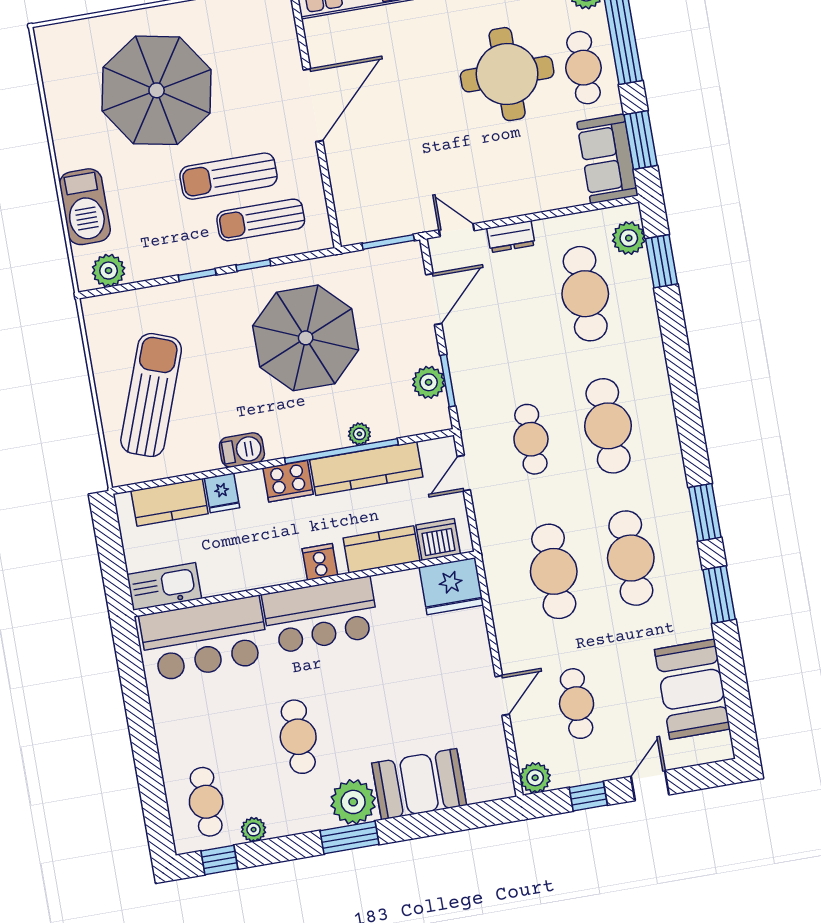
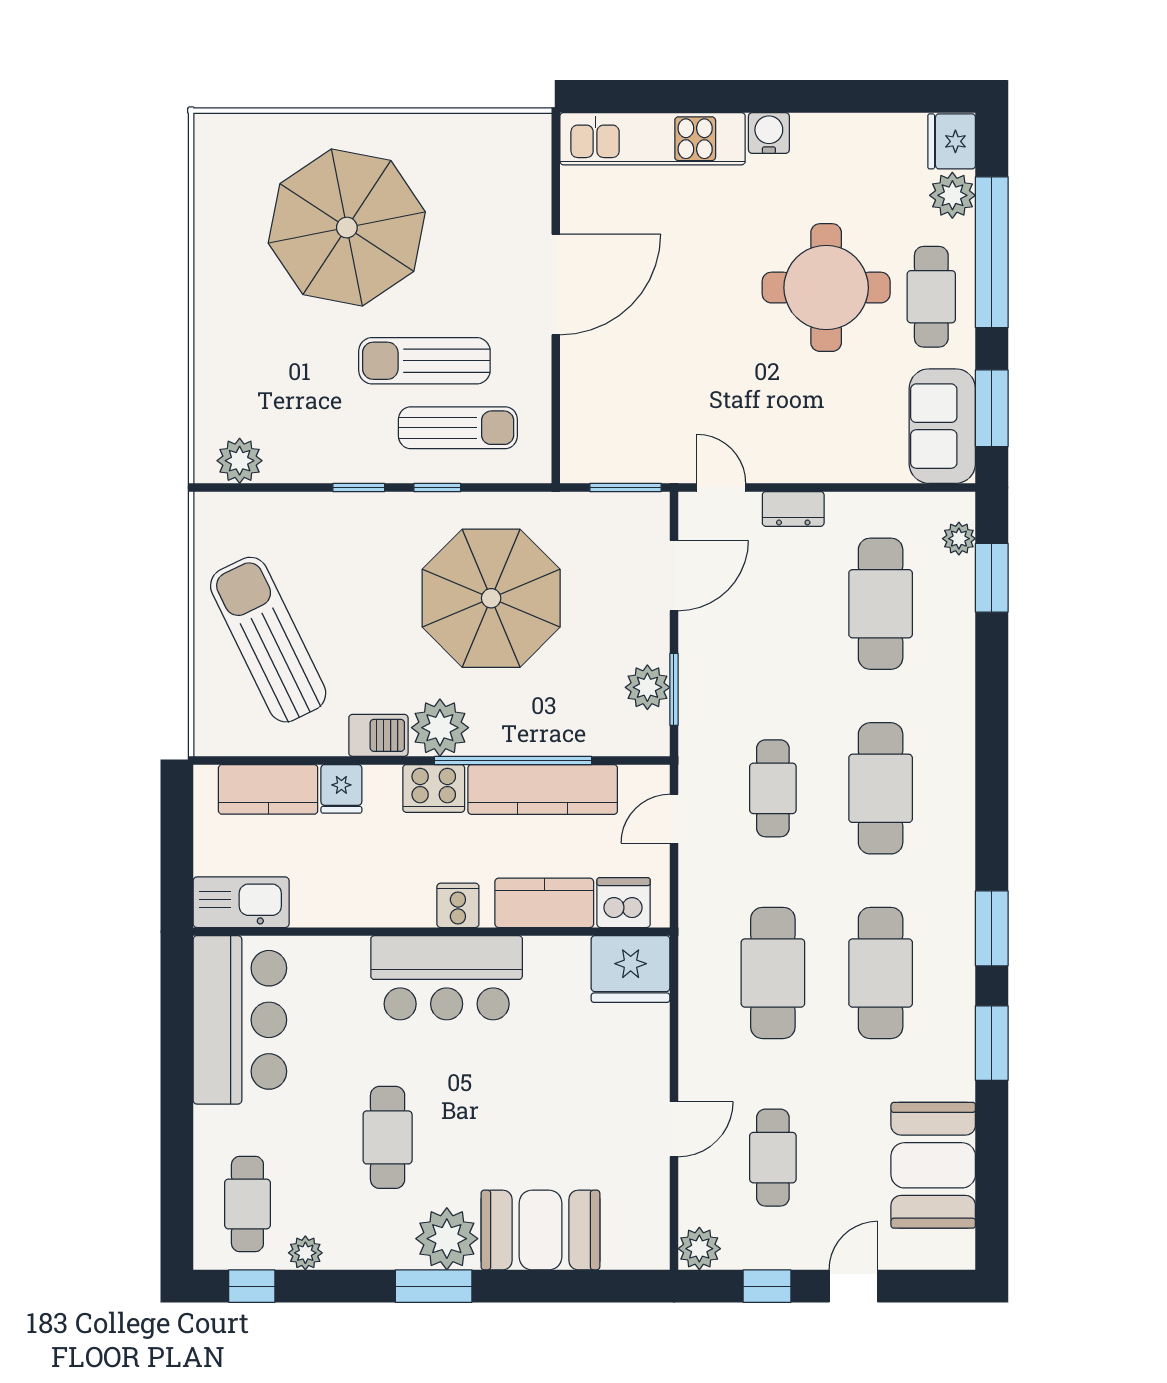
barbecue: (85, 207) -> (222, 369), removed
sun lounger: (261, 220) -> (458, 428), turned 180
plant: (629, 238) -> (959, 539), width x0.73, depth x0.73
sun lounger: (151, 395) -> (268, 640), turned -46
plant: (359, 434) -> (440, 728), moved, width x1.87, depth x1.87
bar counter: (204, 639) -> (240, 1020), moved, turned -90

